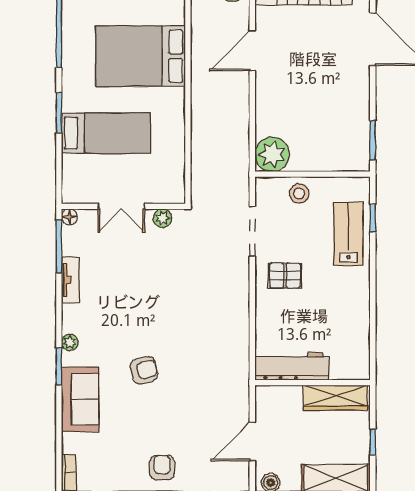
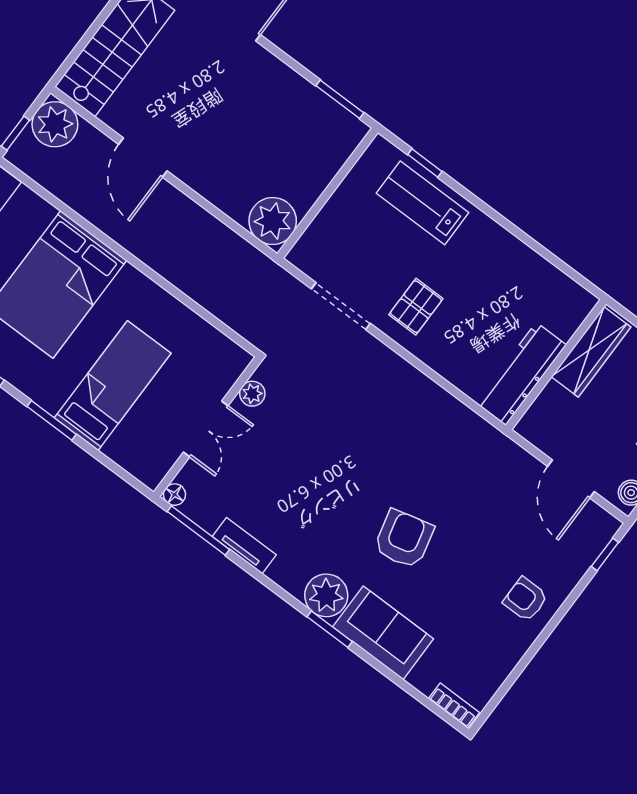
stool: (299, 194) -> (338, 224), removed
plant: (70, 342) -> (326, 595), width x1.87, depth x1.87
armchair: (144, 370) -> (404, 539), width x1.38, depth x1.38

